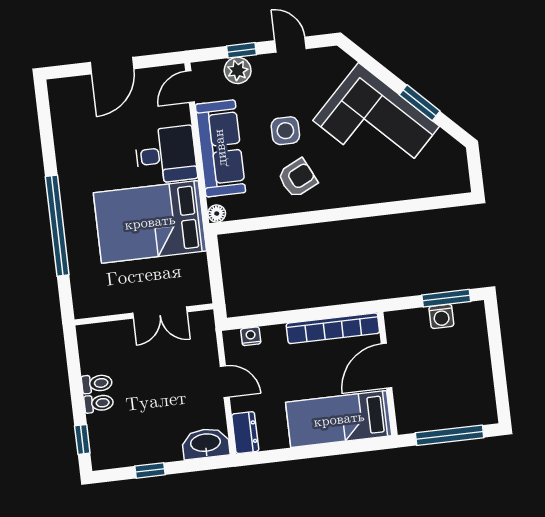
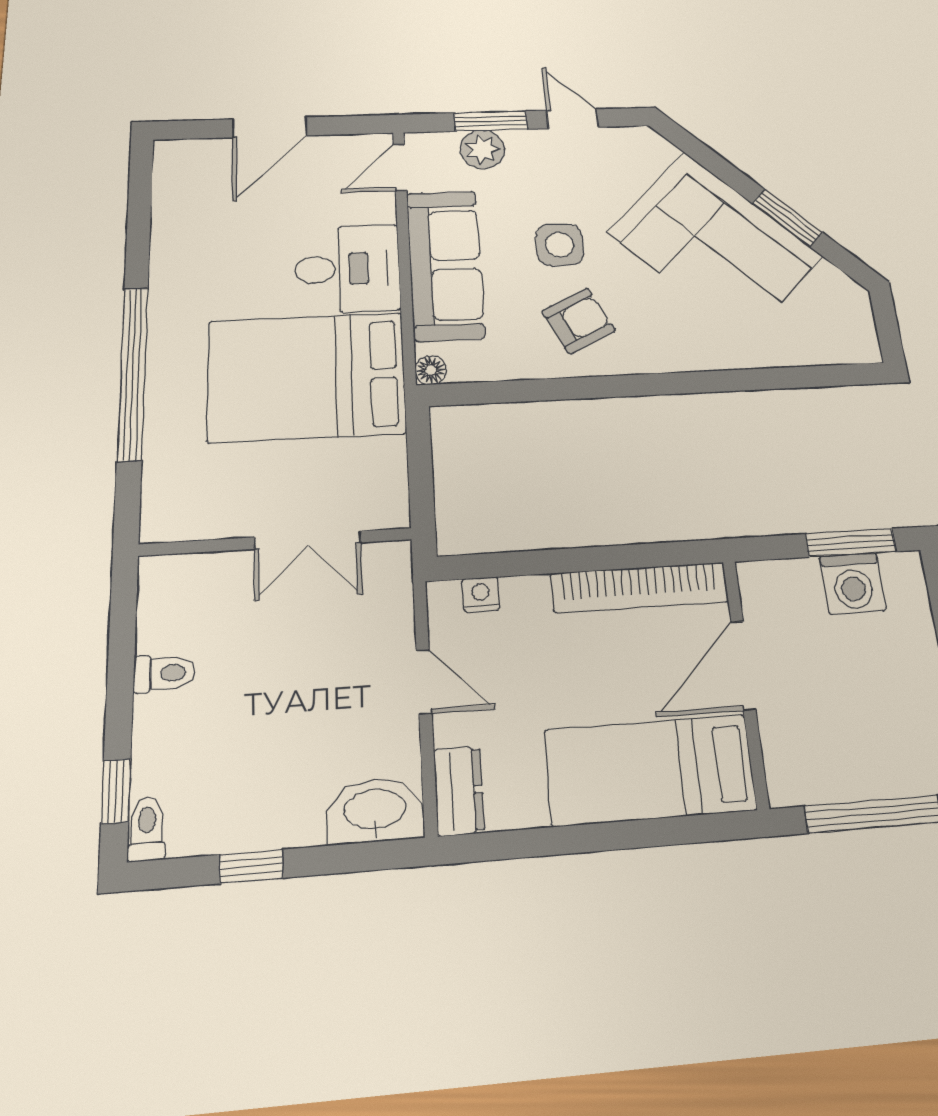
window: (242, 50) -> (491, 121), width x1.50
washing machine: (441, 316) -> (853, 583), width x1.38, depth x1.38
toilet: (99, 403) -> (147, 829), moved, turned -90

